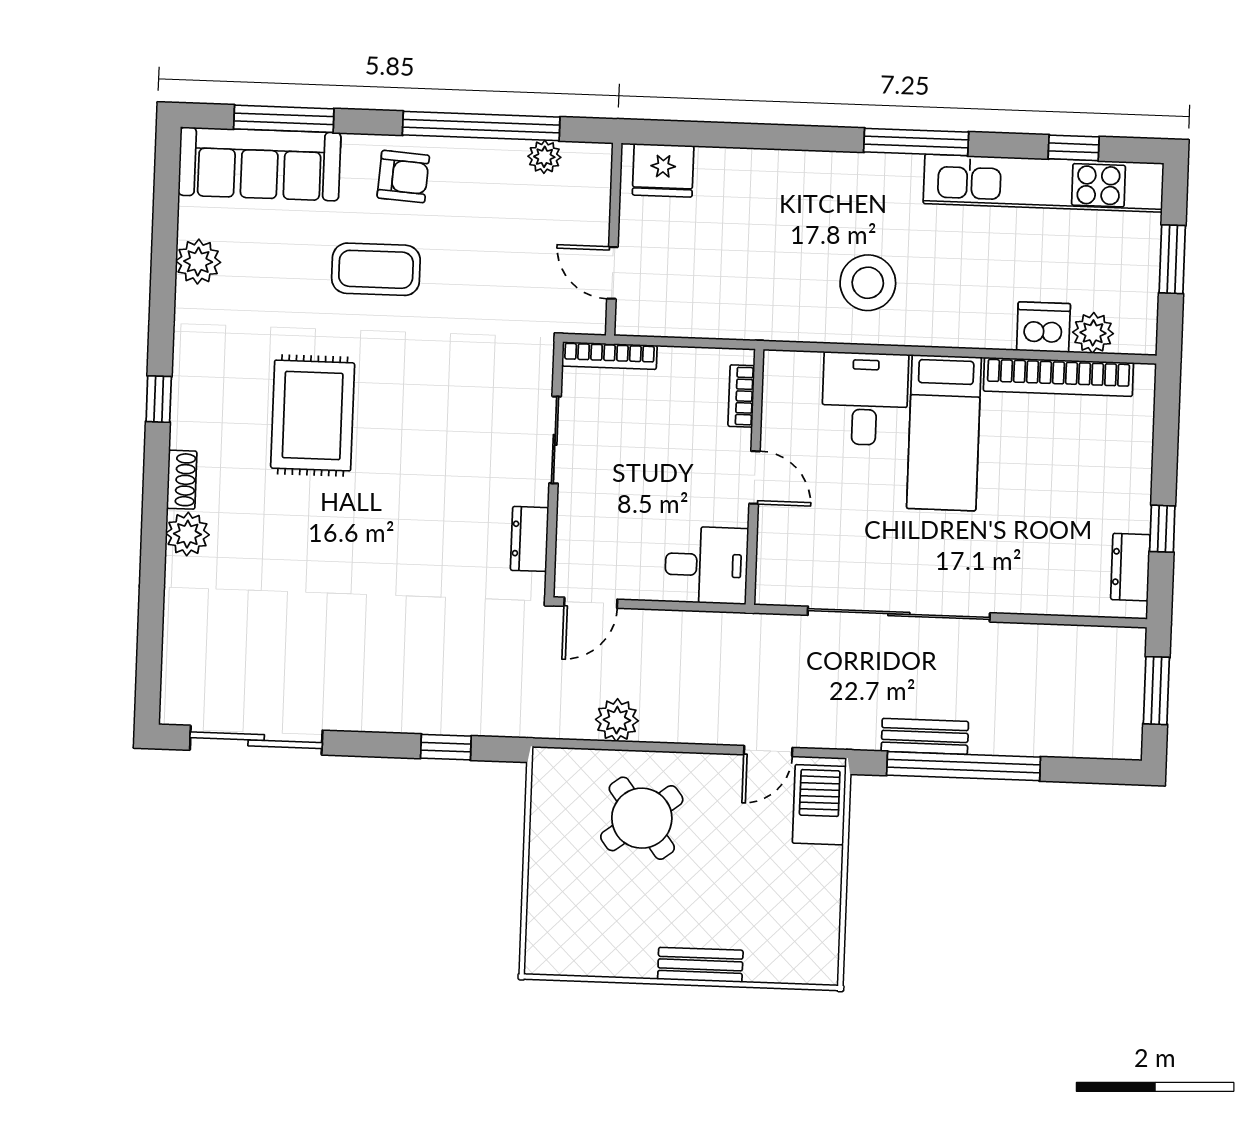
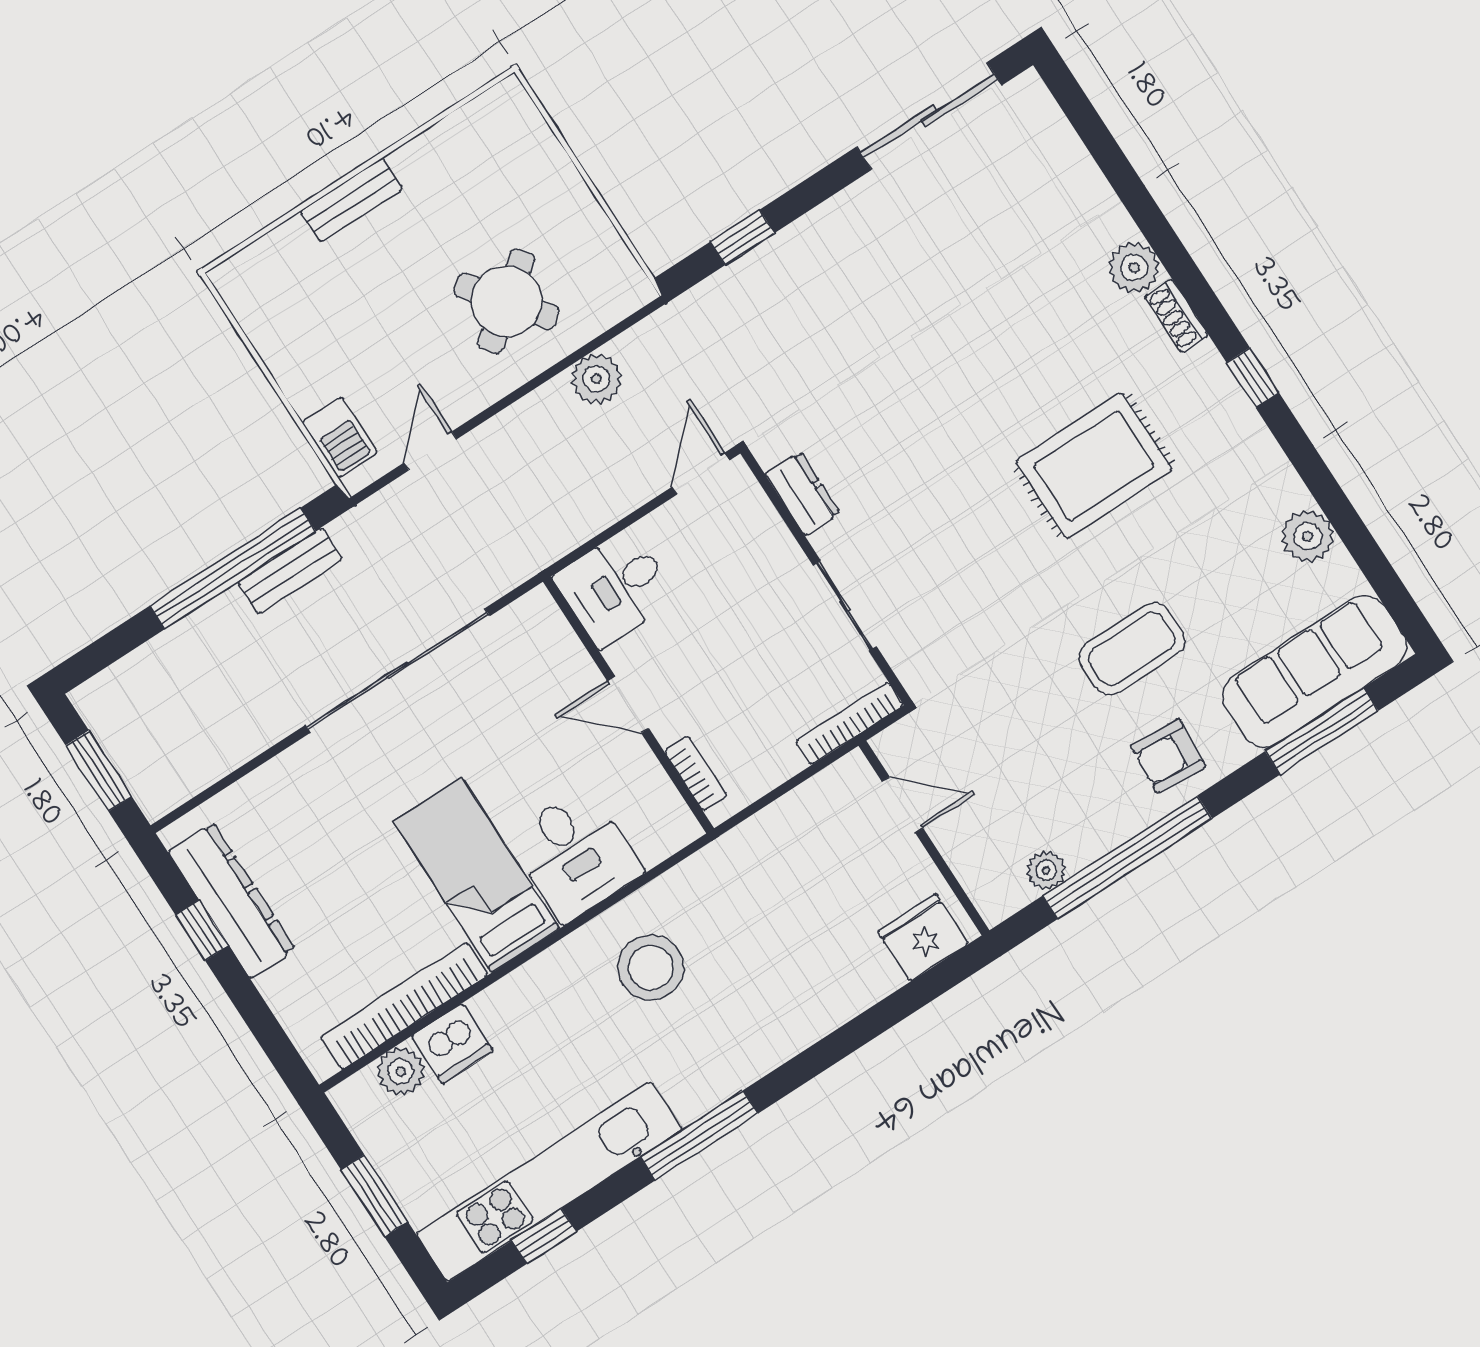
rug: (313, 416) -> (1094, 466), turned 90
dresser: (1130, 567) -> (232, 900), width x1.96, depth x1.24
barbecue: (819, 805) -> (340, 437), width x0.73, depth x0.79

